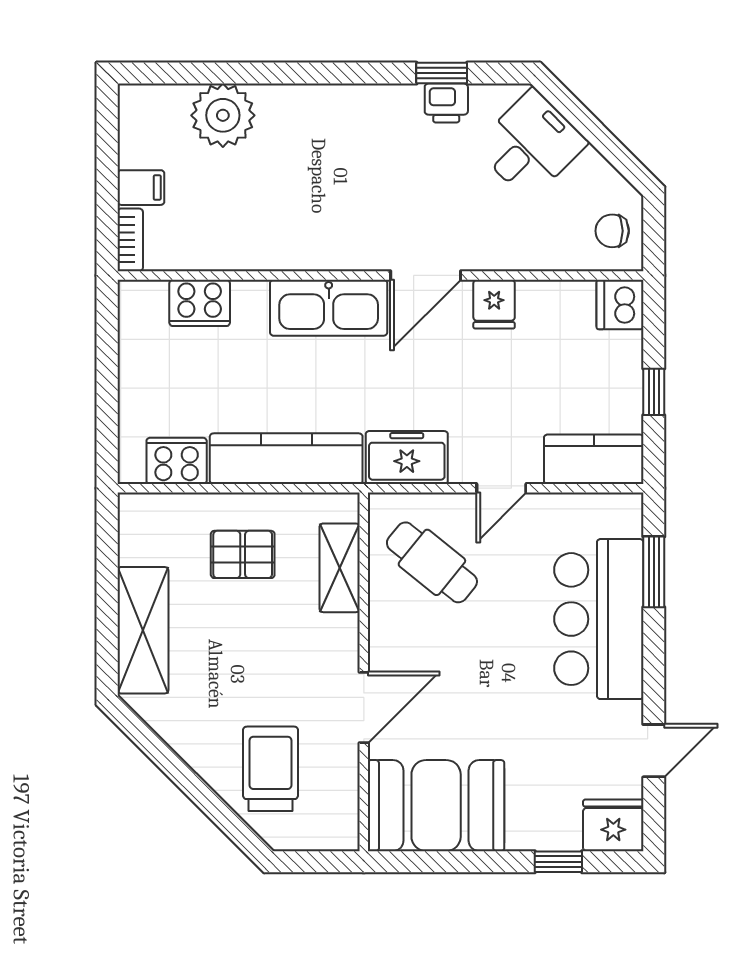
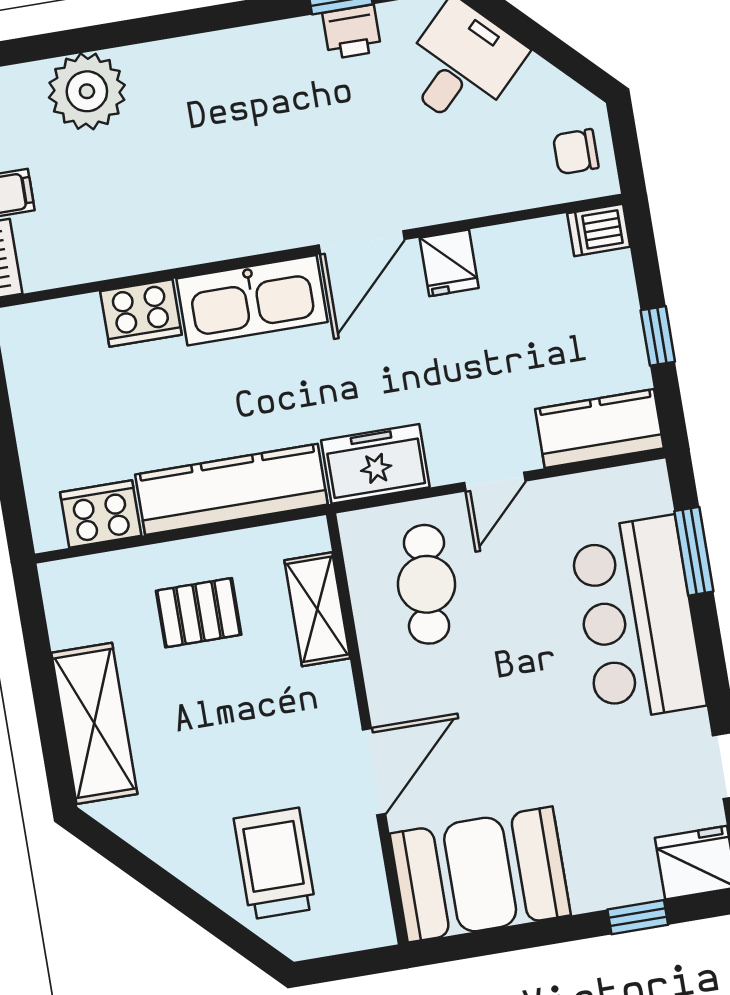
cooker: (200, 303) -> (141, 313), moved
dishwasher: (620, 305) -> (599, 230), width x0.73
cafe table: (432, 562) -> (427, 584), turned 57

